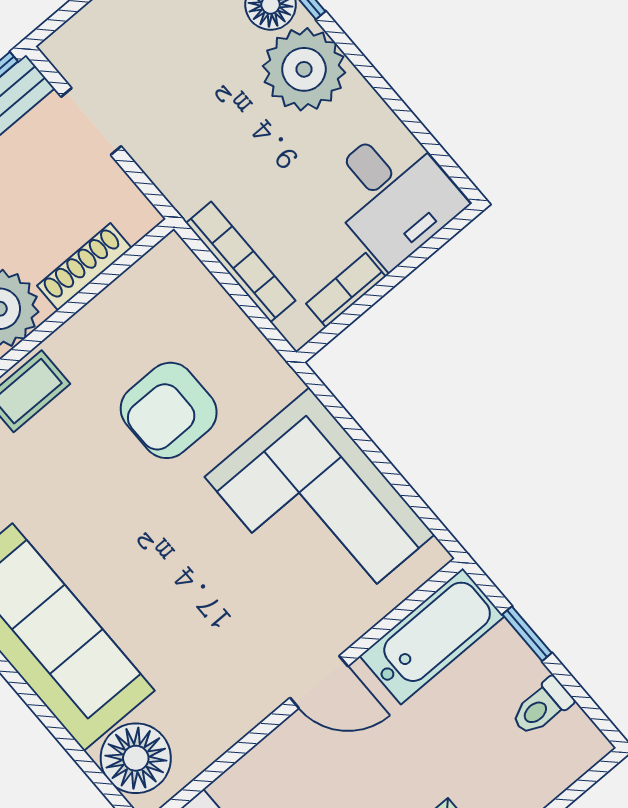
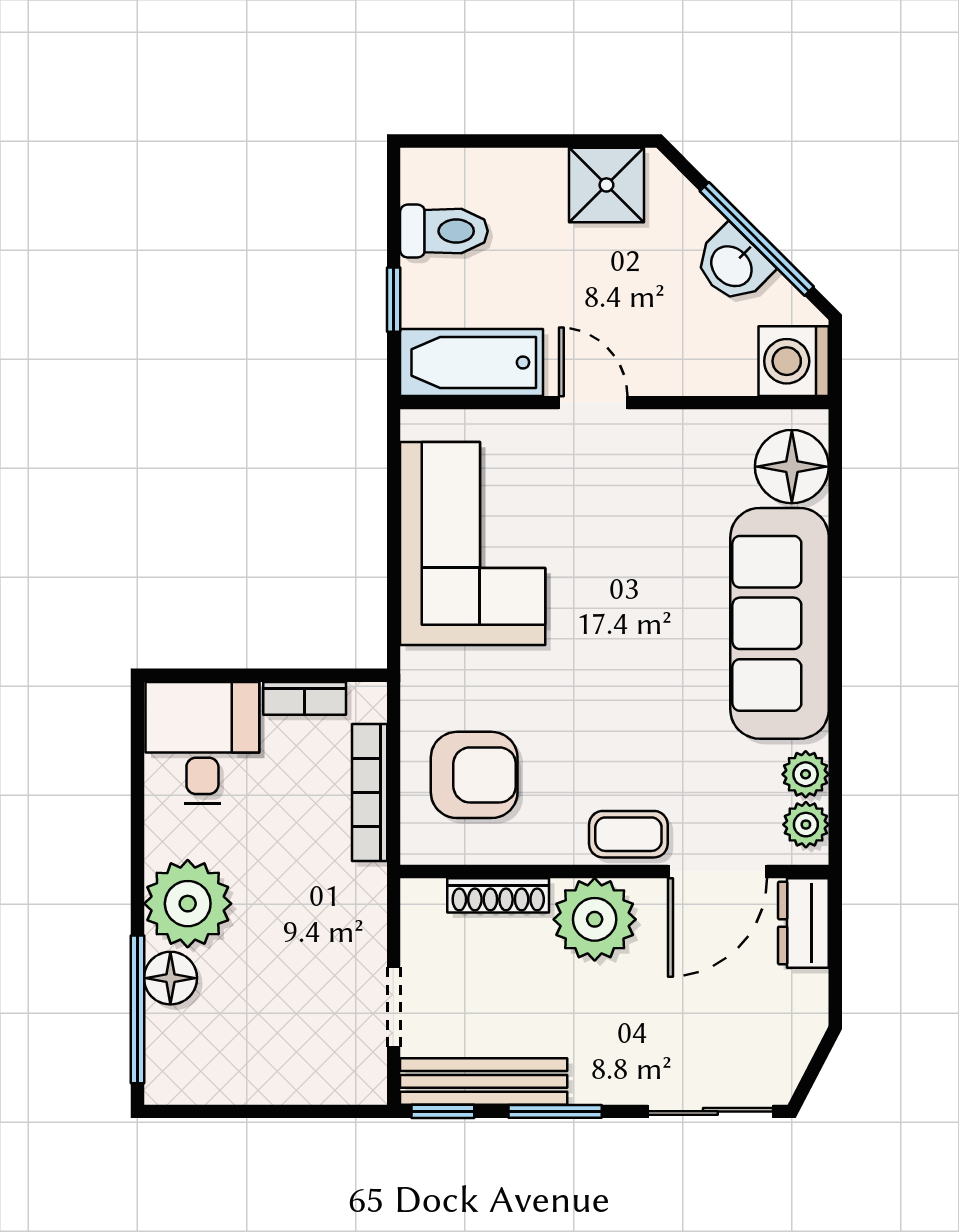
armchair: (169, 410) -> (474, 775), moved
toilet: (542, 707) -> (444, 231), width x1.37, depth x1.39

